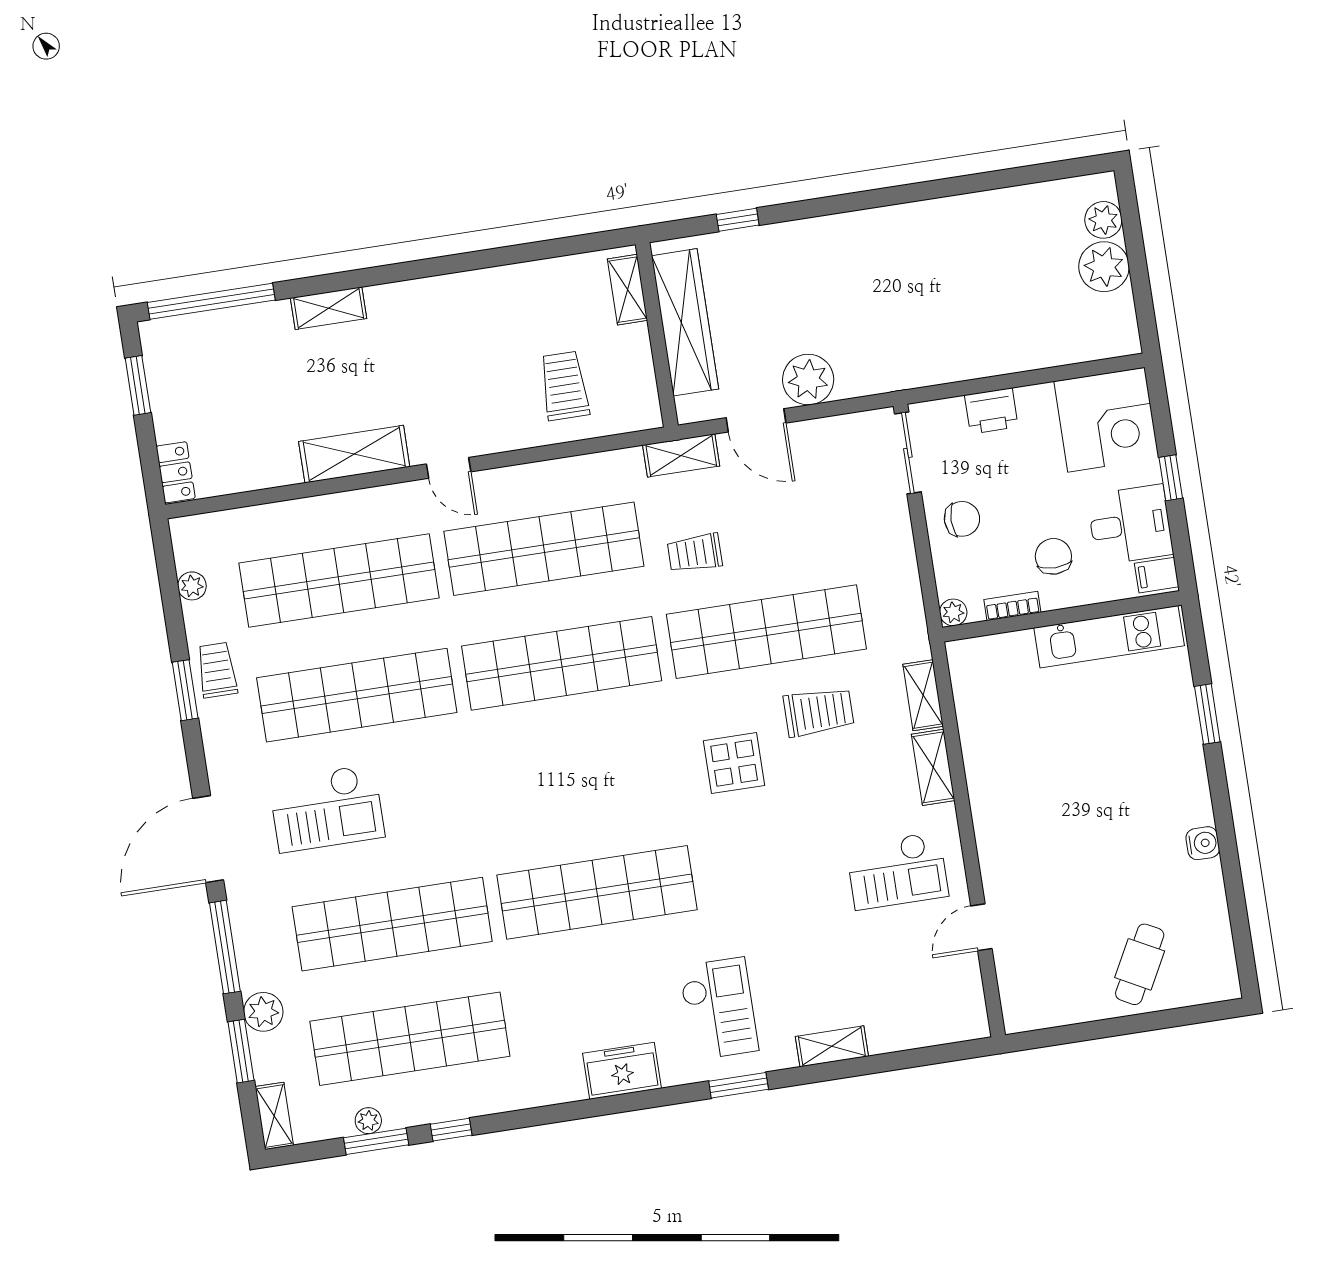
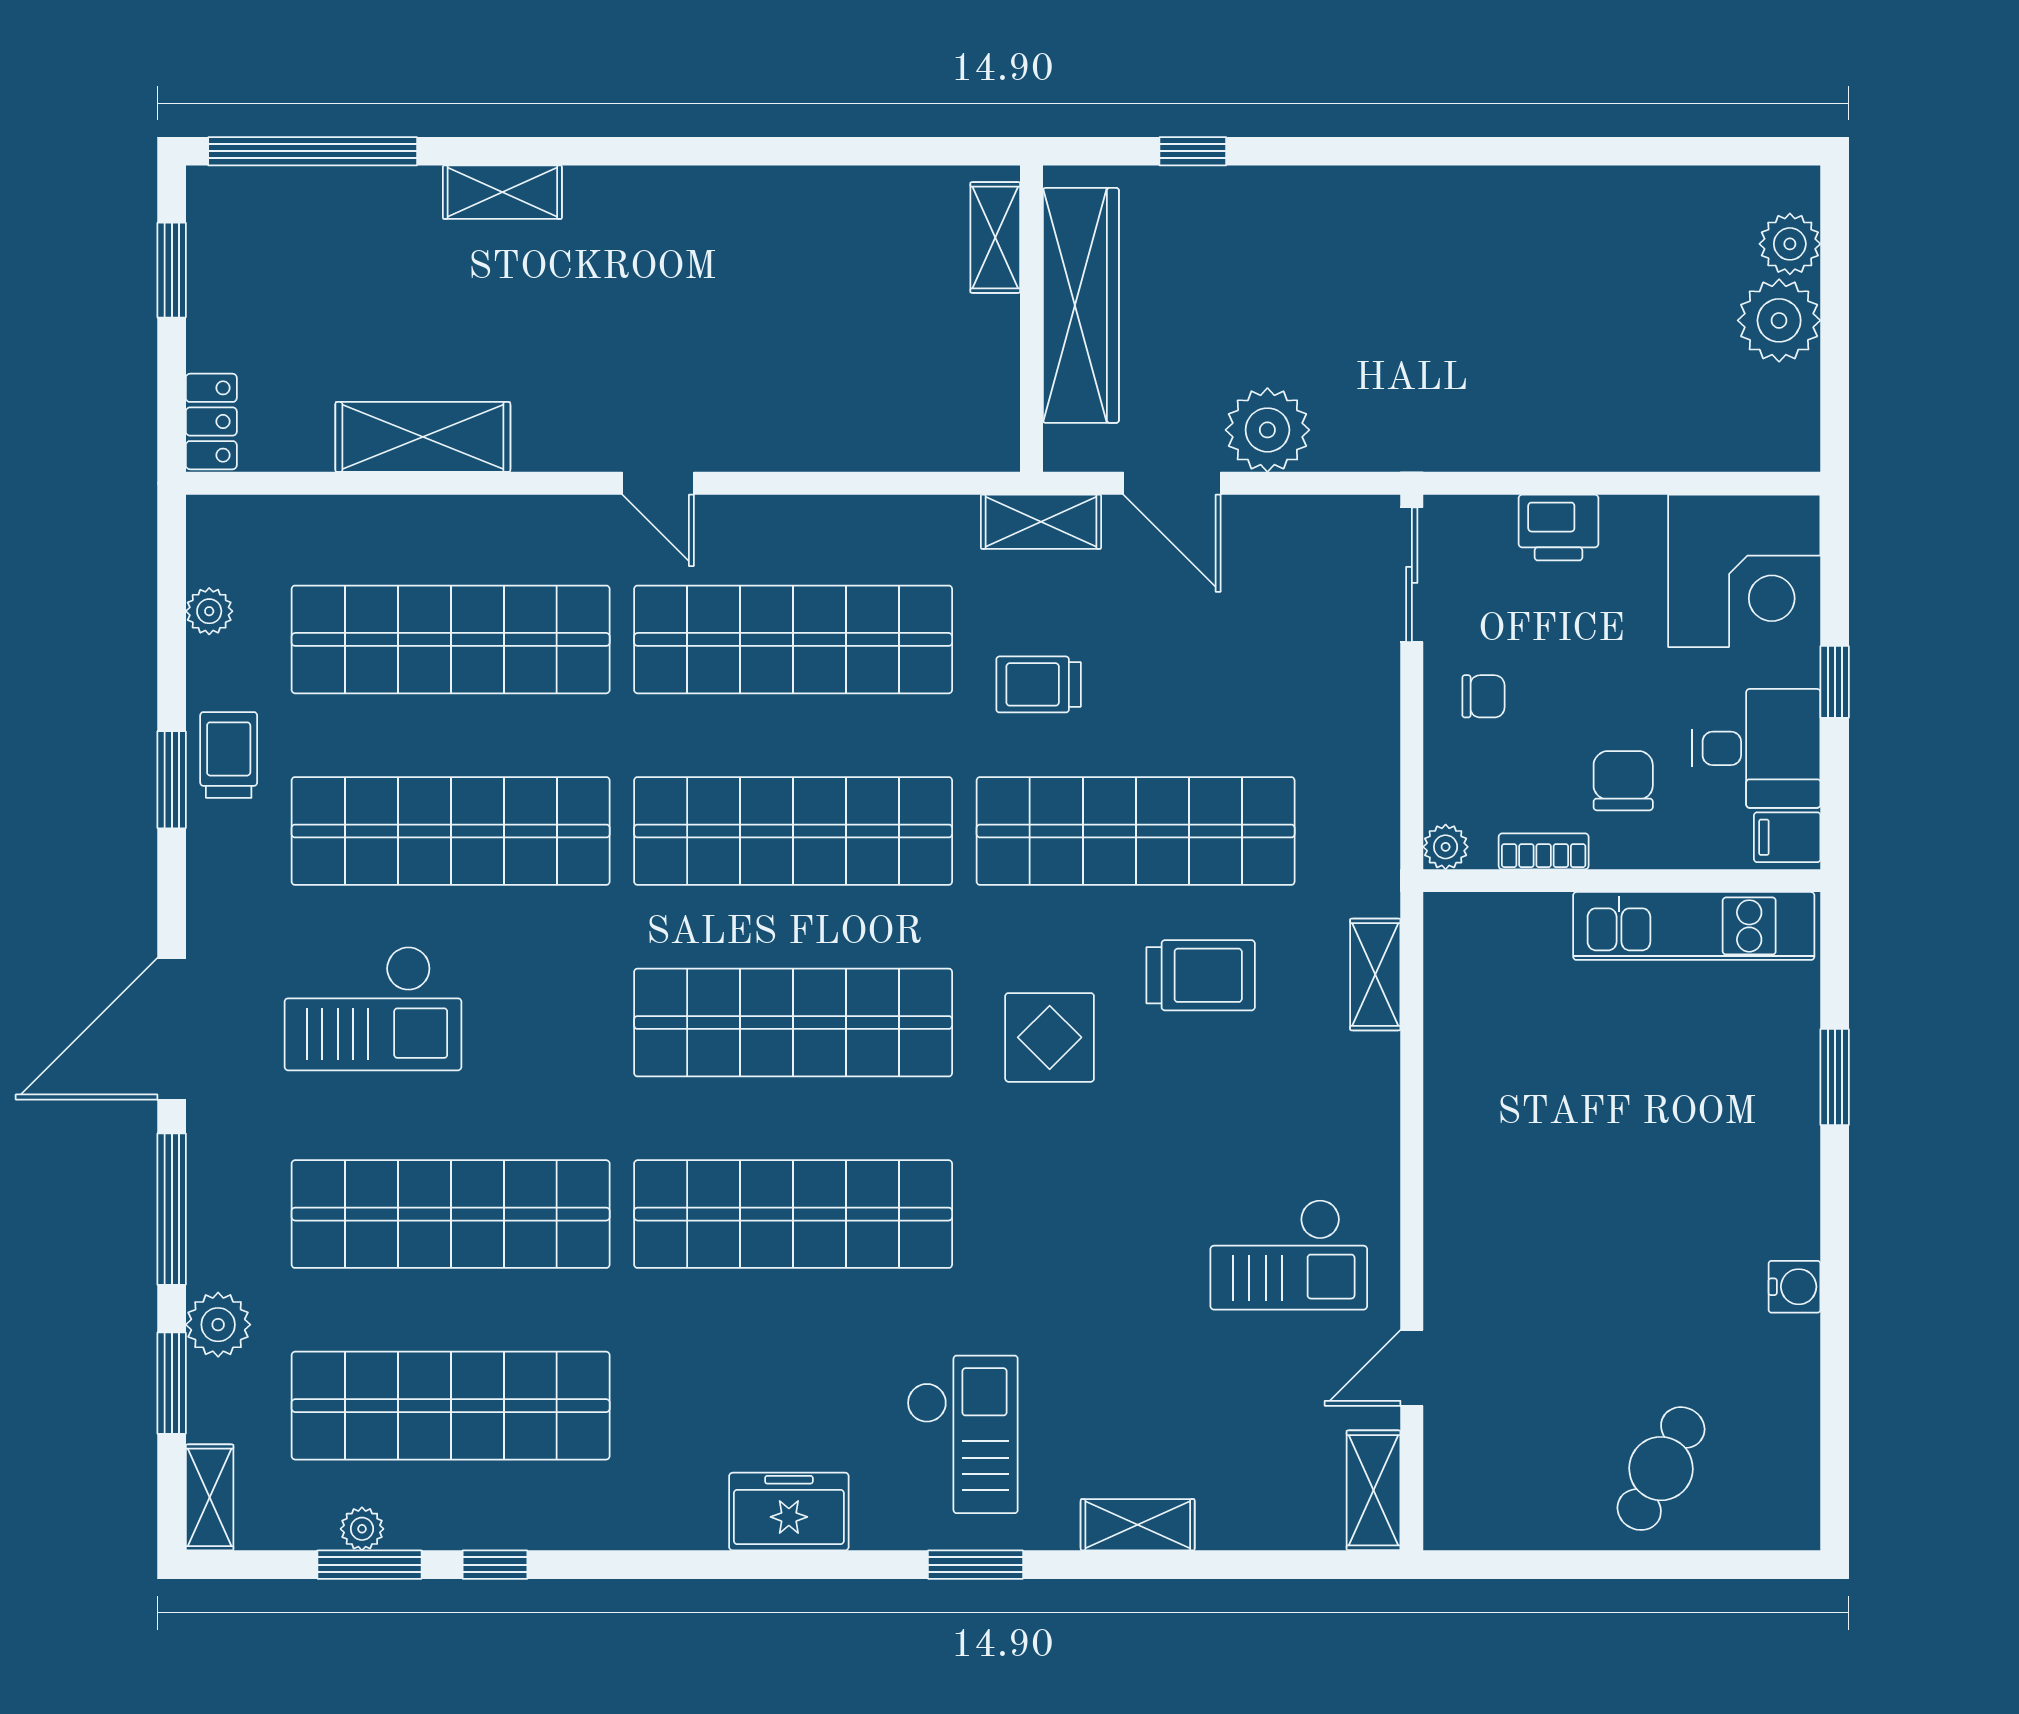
trolley: (564, 386) -> (868, 378), removed
shelving: (354, 454) -> (423, 437), moved
chair: (962, 519) -> (1483, 696), width x0.73, depth x0.73
shelving: (933, 767) -> (1373, 1490), moved
shop shelf: (579, 778) -> (793, 1023), added

